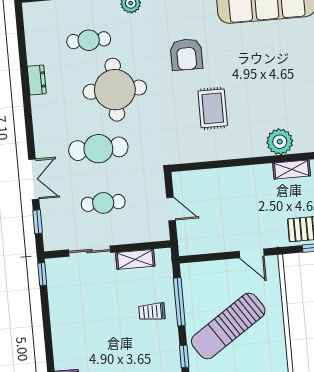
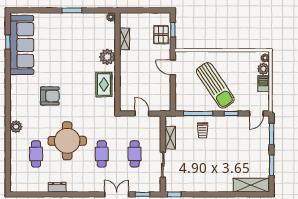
rug: (213, 108) -> (104, 85), moved, turned 90
plant: (280, 142) -> (107, 57), moved
cafe table: (98, 149) -> (102, 154), width x0.73, depth x0.74
door: (171, 209) -> (142, 113), hinge flipped
door: (252, 253) -> (173, 67), swing flipped

